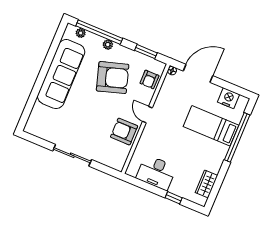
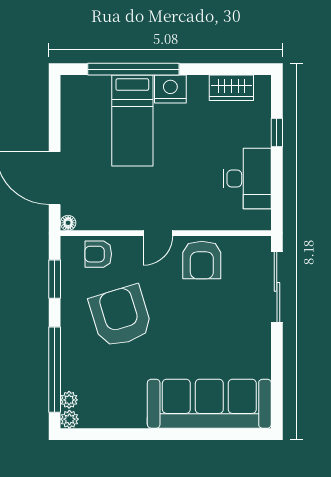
plant: (108, 45) -> (69, 419), moved
sofa: (61, 74) -> (209, 404), moved
armchair: (149, 79) -> (98, 254), turned 180
nightstand: (228, 98) -> (170, 89), moved, turned 90
sliding door: (72, 155) -> (277, 287), moved

